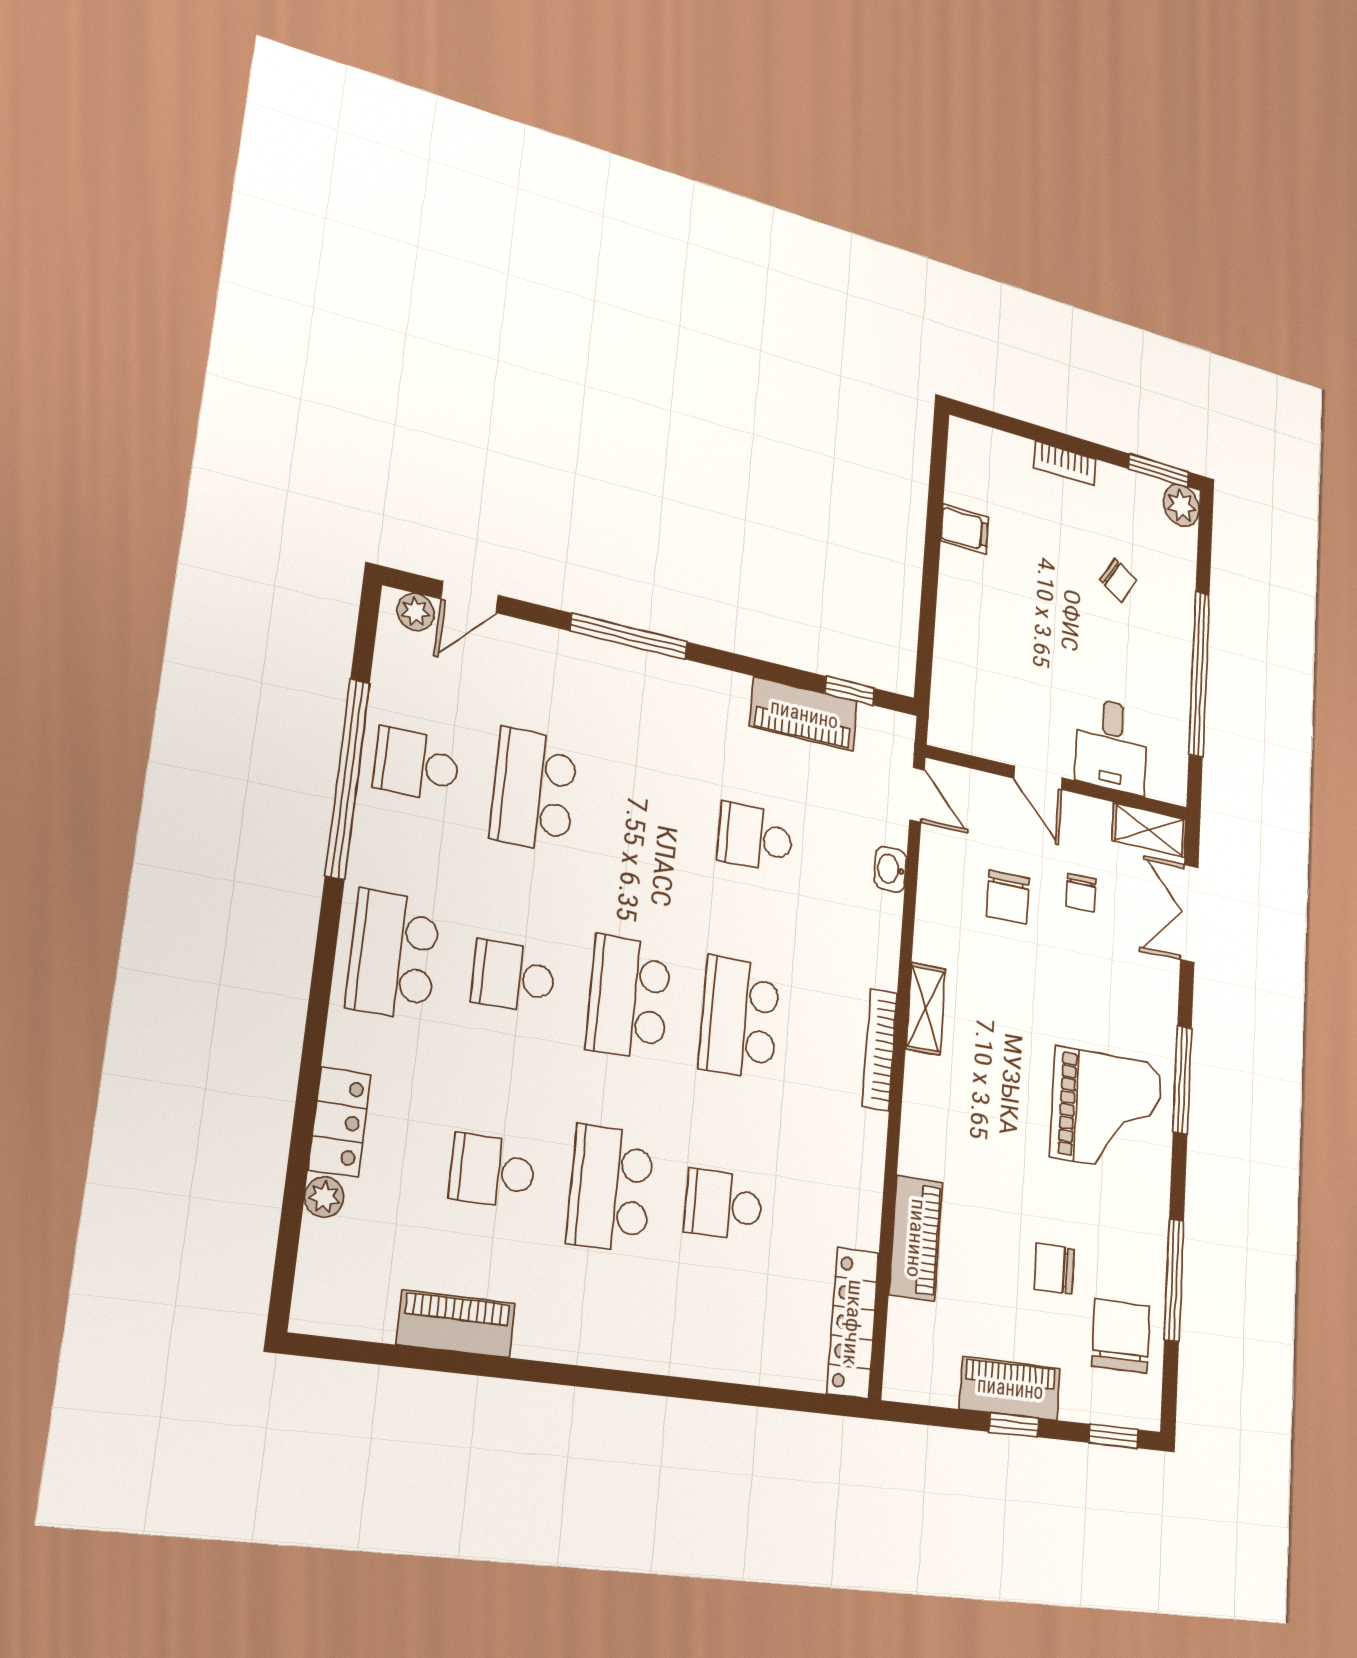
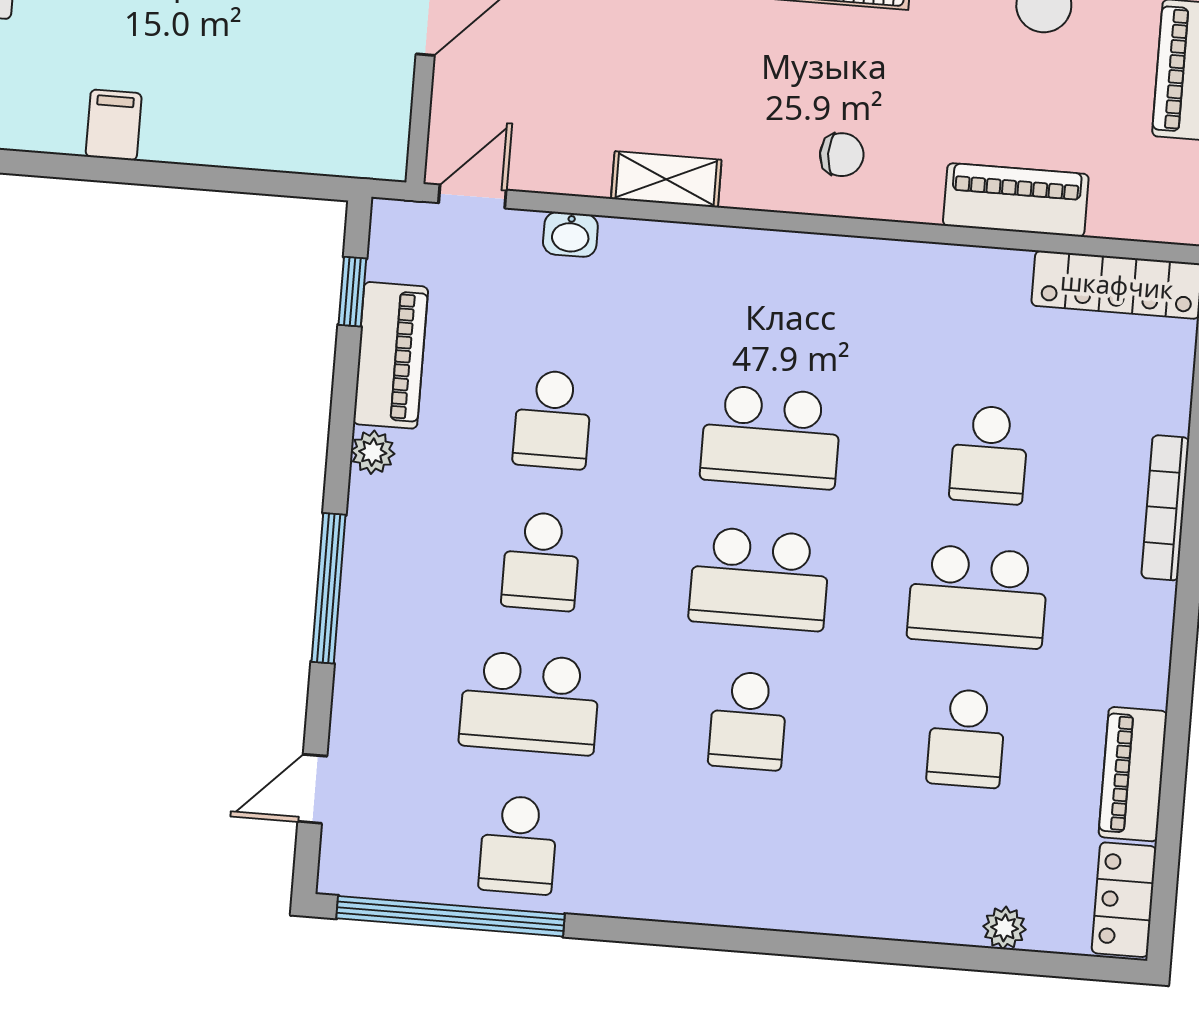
door: (470, 597) -> (312, 789), swing flipped
plant: (416, 612) -> (373, 452), moved
window: (347, 778) -> (451, 916), moved
chair: (1008, 897) -> (842, 155), moved, width x0.73, depth x0.73
school desk: (393, 955) -> (541, 561), moved, width x0.54
shelving: (926, 1009) -> (666, 179), moved
bookcase: (880, 1049) -> (1165, 508), moved, turned 90
locker: (340, 1122) -> (1124, 900), moved, turned -90

